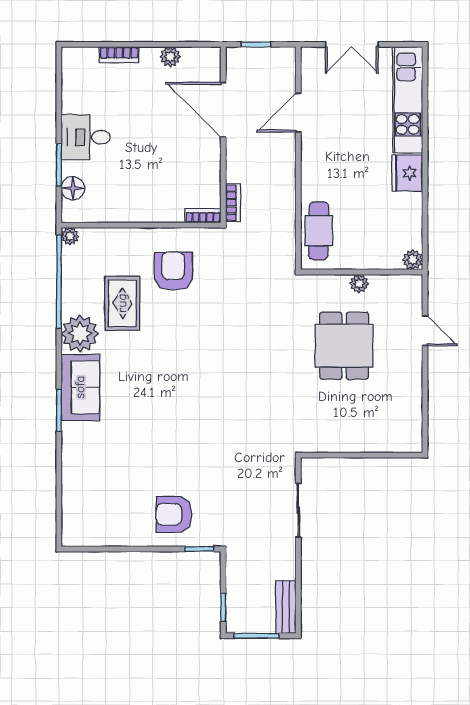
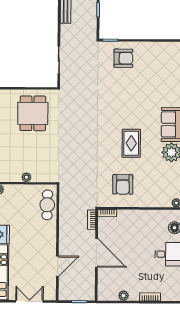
door: (223, 110) -> (96, 253), moved
rug: (122, 303) -> (131, 143), moved
dining table: (344, 346) -> (33, 113), moved

